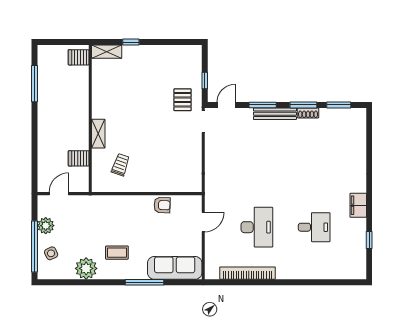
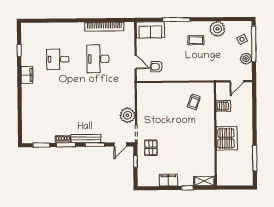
filing cabinet: (158, 53) -> (168, 180), added
server rack: (79, 57) -> (227, 138), moved, width x2.18, depth x1.44
shelving: (98, 134) -> (210, 123), removed
plant: (215, 146) -> (127, 115), added
armchair: (162, 205) -> (157, 67), moved
door: (203, 222) -> (136, 62), swing flipped
sofa: (175, 268) -> (150, 30), width x0.73

